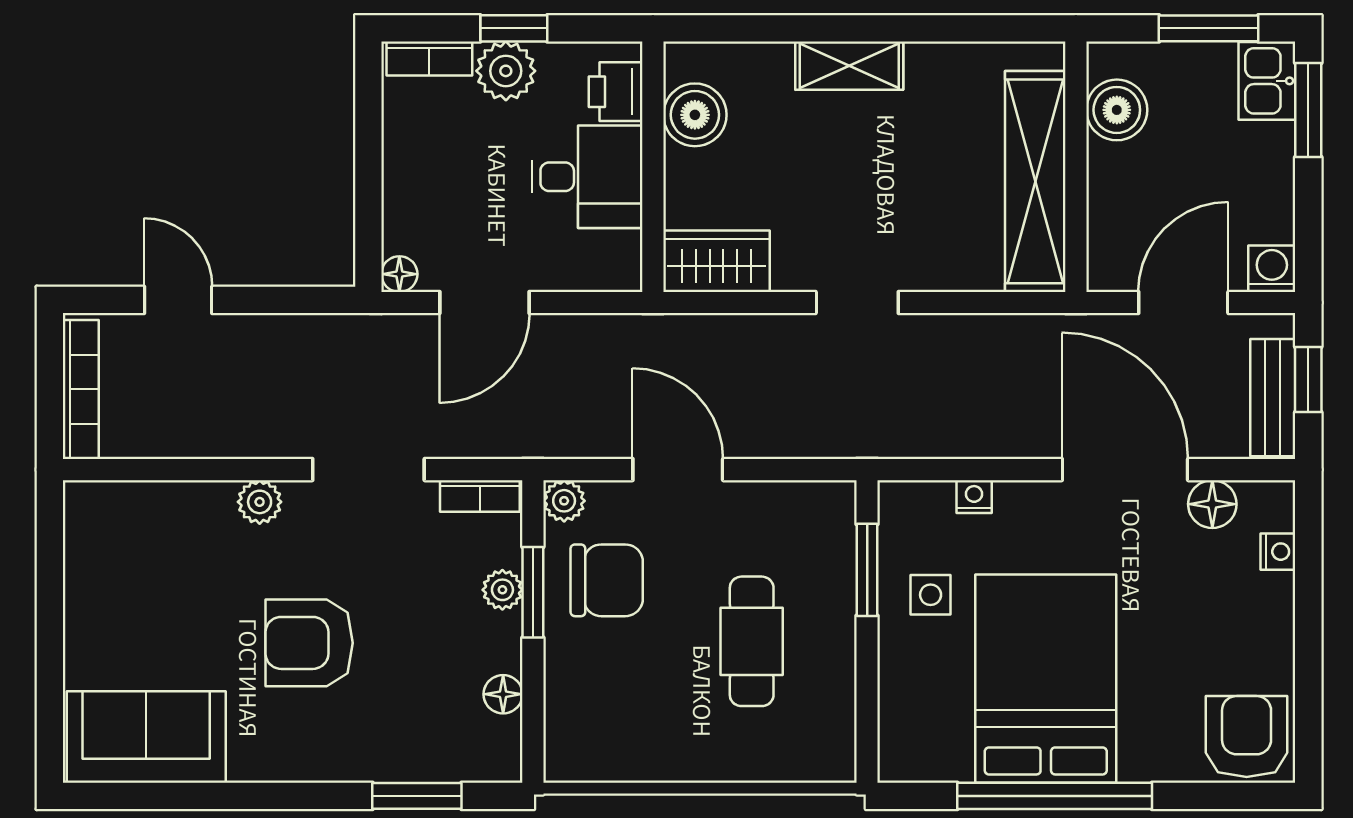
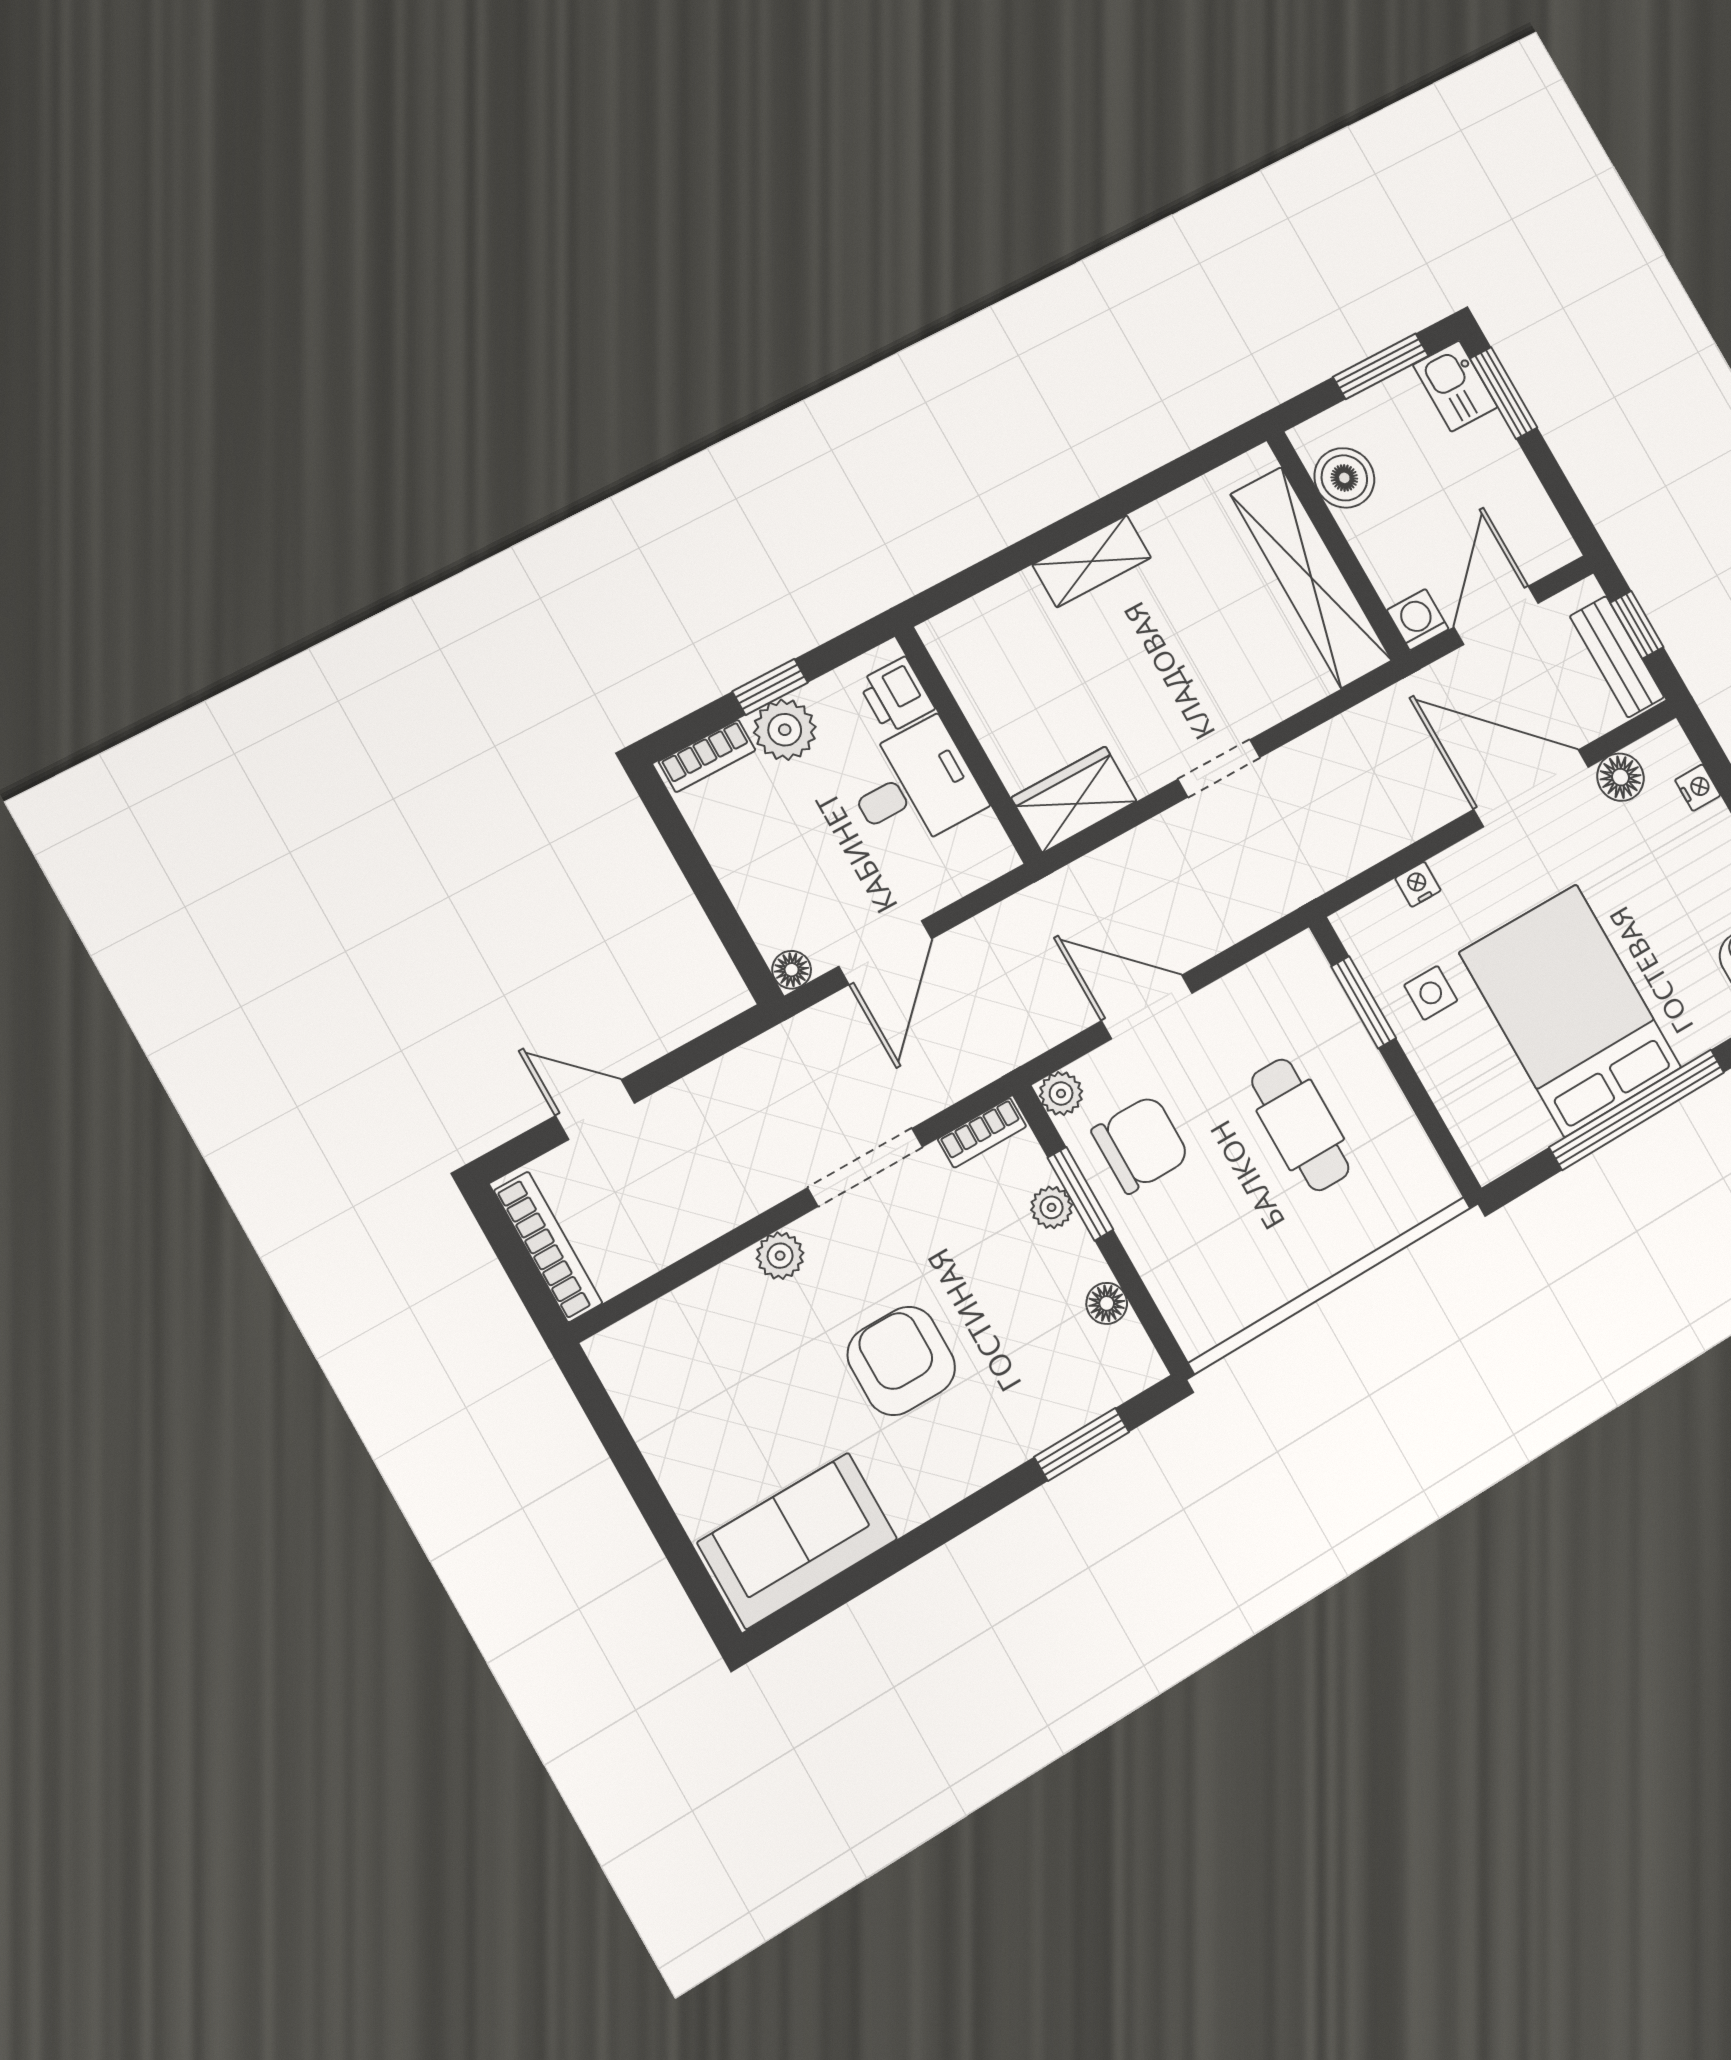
boiler: (695, 115) -> (980, 678), removed
washing machine: (1272, 269) -> (1418, 620), moved
armchair: (309, 643) -> (901, 1361), turned 90

